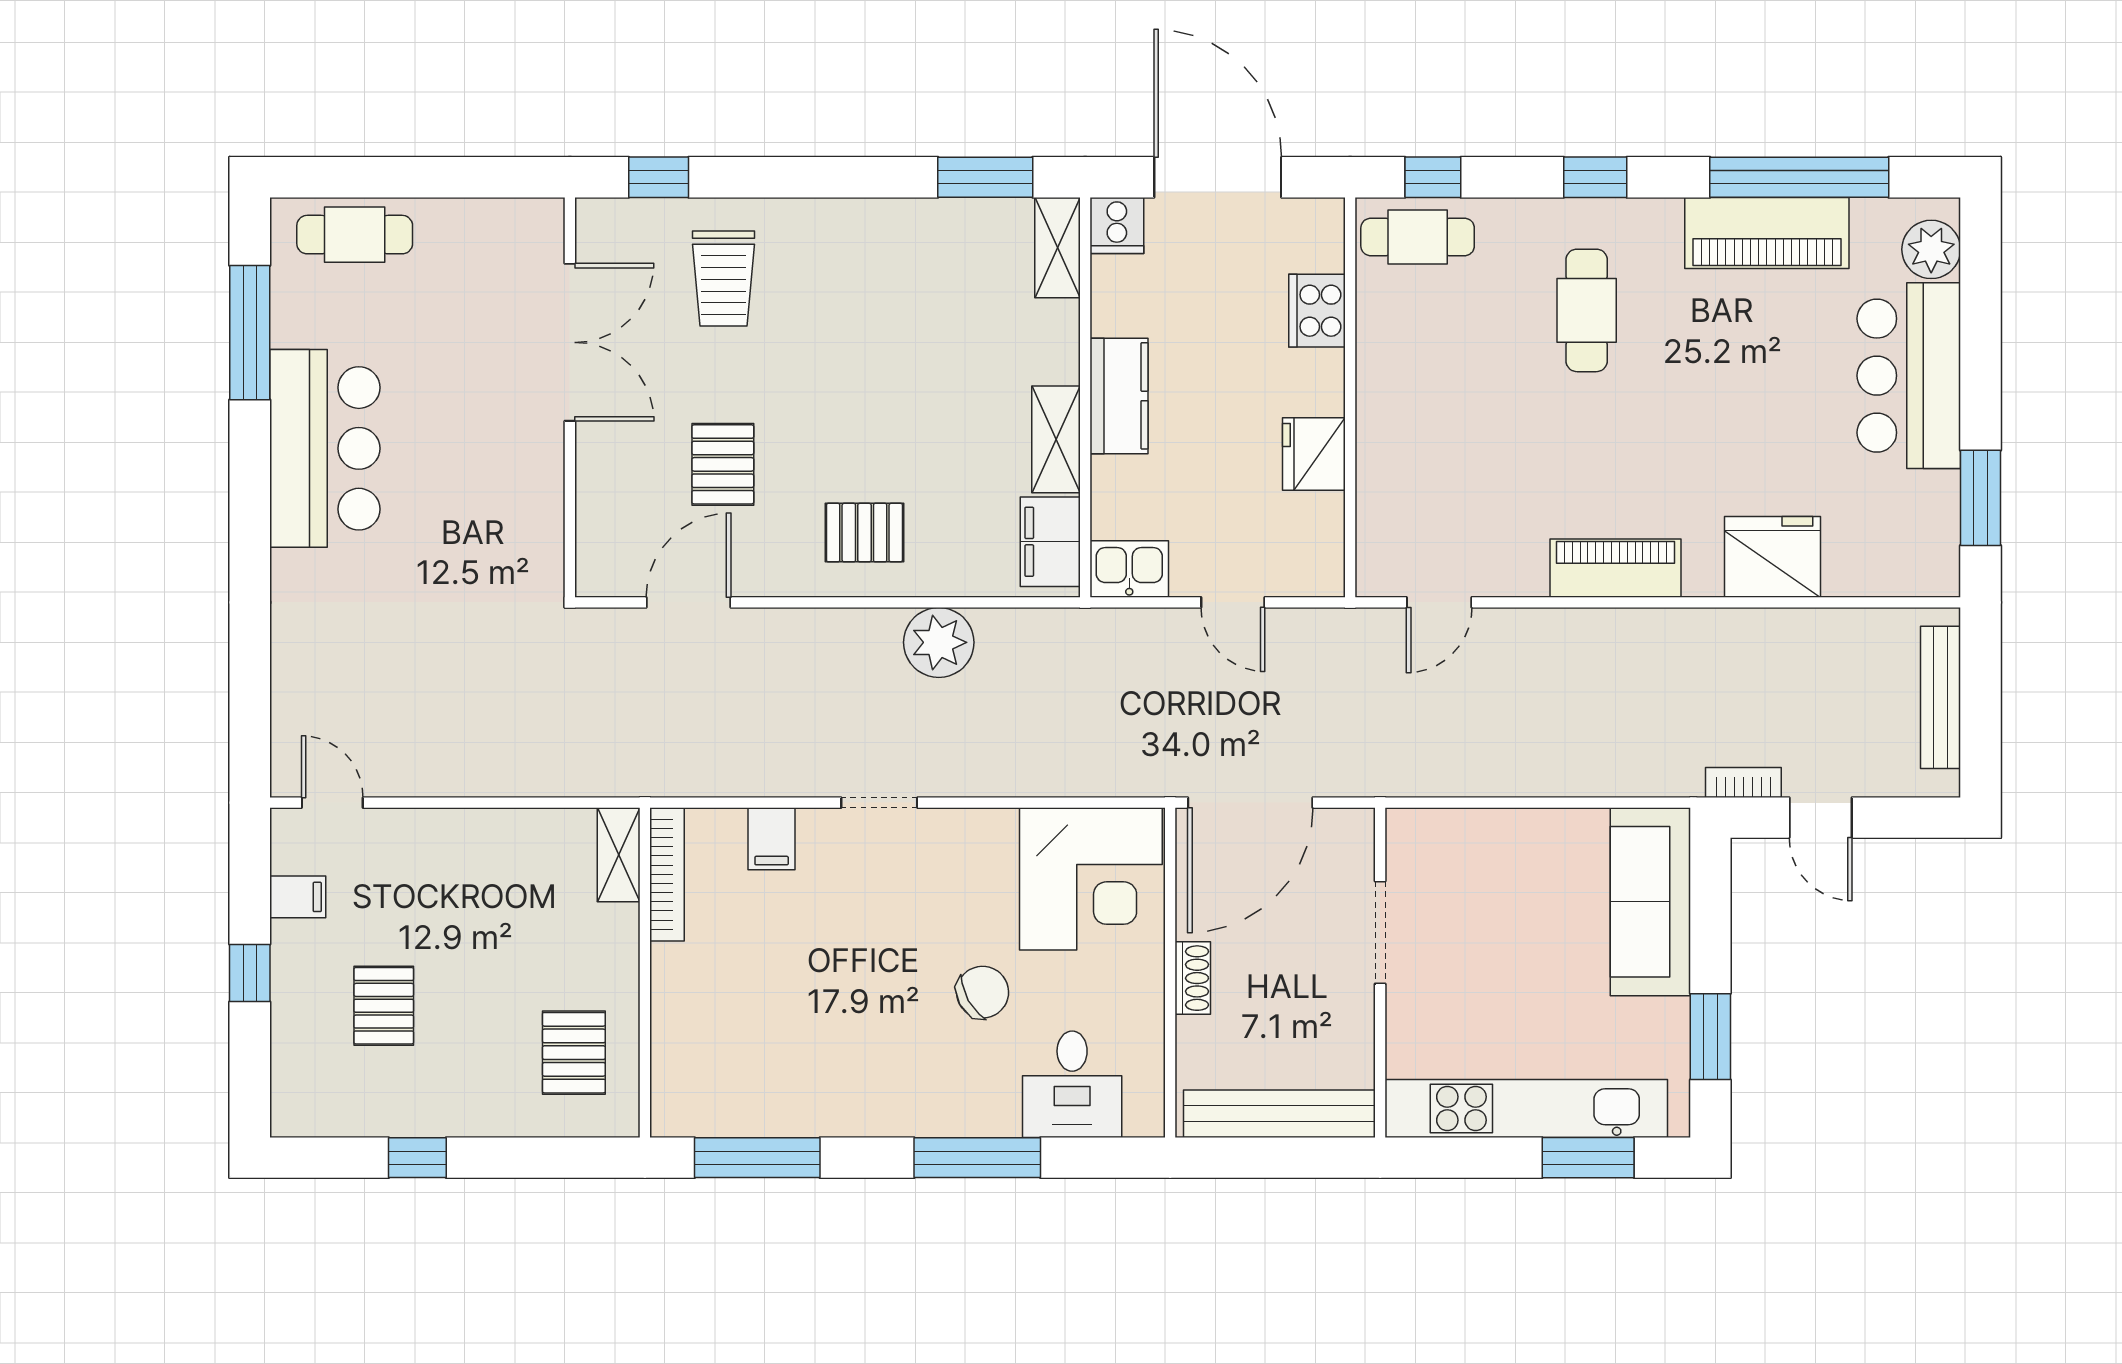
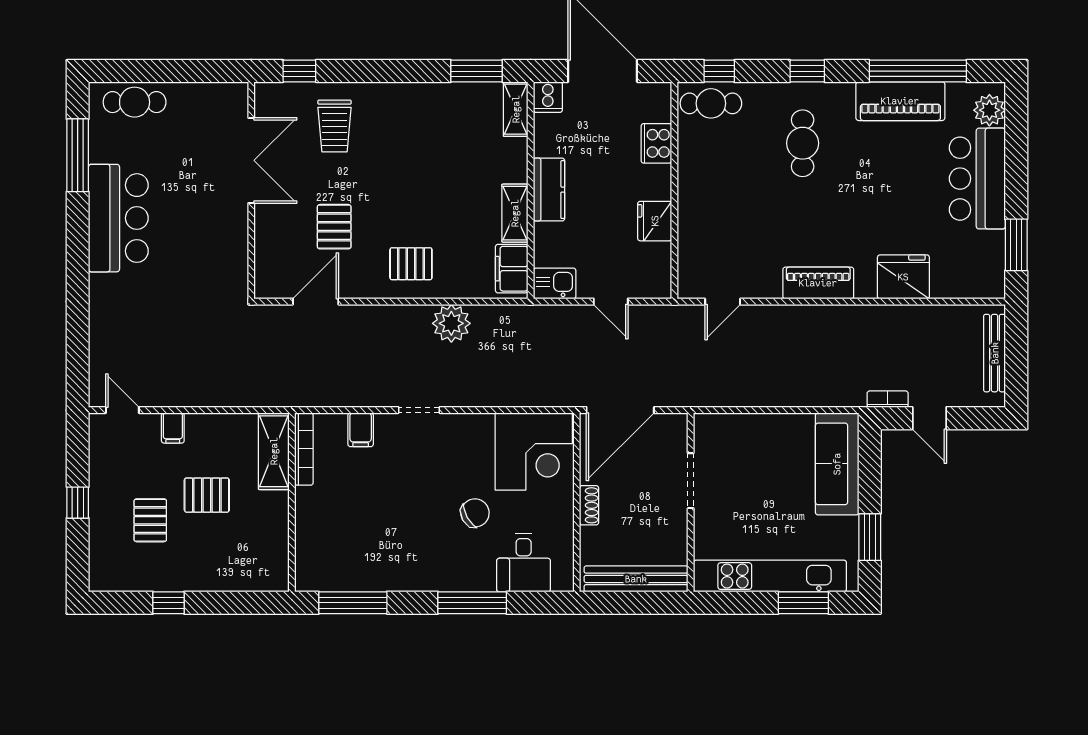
shelving: (619, 855) -> (274, 451), width x1.50, depth x1.33
filing cabinet: (298, 897) -> (173, 428), moved, turned 90
pallet: (574, 1053) -> (207, 495), moved, turned 90

